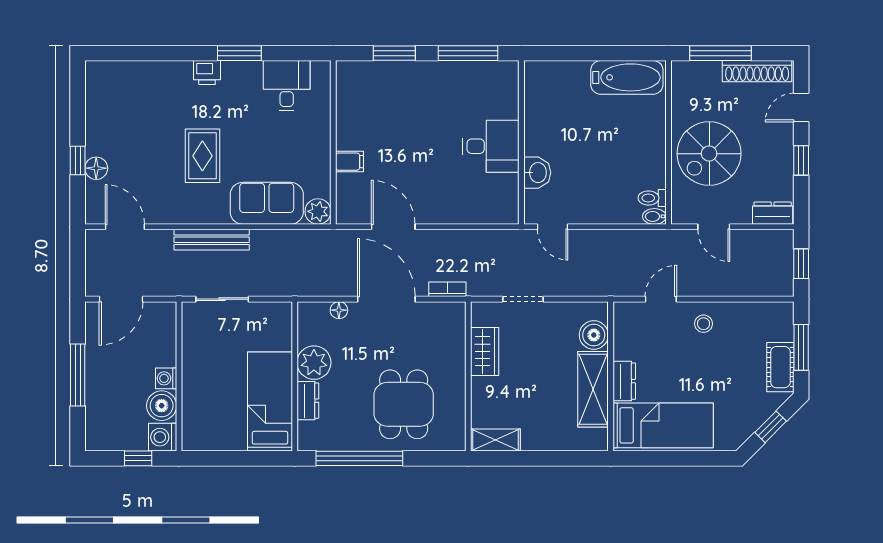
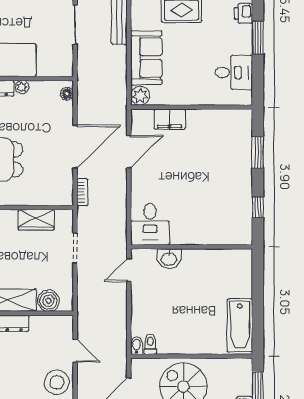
window: (468, 53) -> (258, 207), width x0.46
desk: (491, 146) -> (150, 224), moved
filing cabinet: (349, 162) -> (170, 119), width x2.00
floor lamp: (339, 310) -> (67, 94), moved
stool: (703, 324) -> (57, 382), width x1.89, depth x1.89
plant: (314, 363) -> (22, 87), width x0.53, depth x0.53

